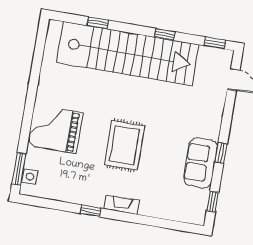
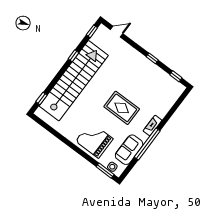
window: (98, 23) -> (41, 98), moved
grand piano: (56, 129) -> (94, 140), turned 90
sofa: (201, 163) -> (129, 150), moved, turned 90
window: (90, 211) -> (147, 144), width x3.17

